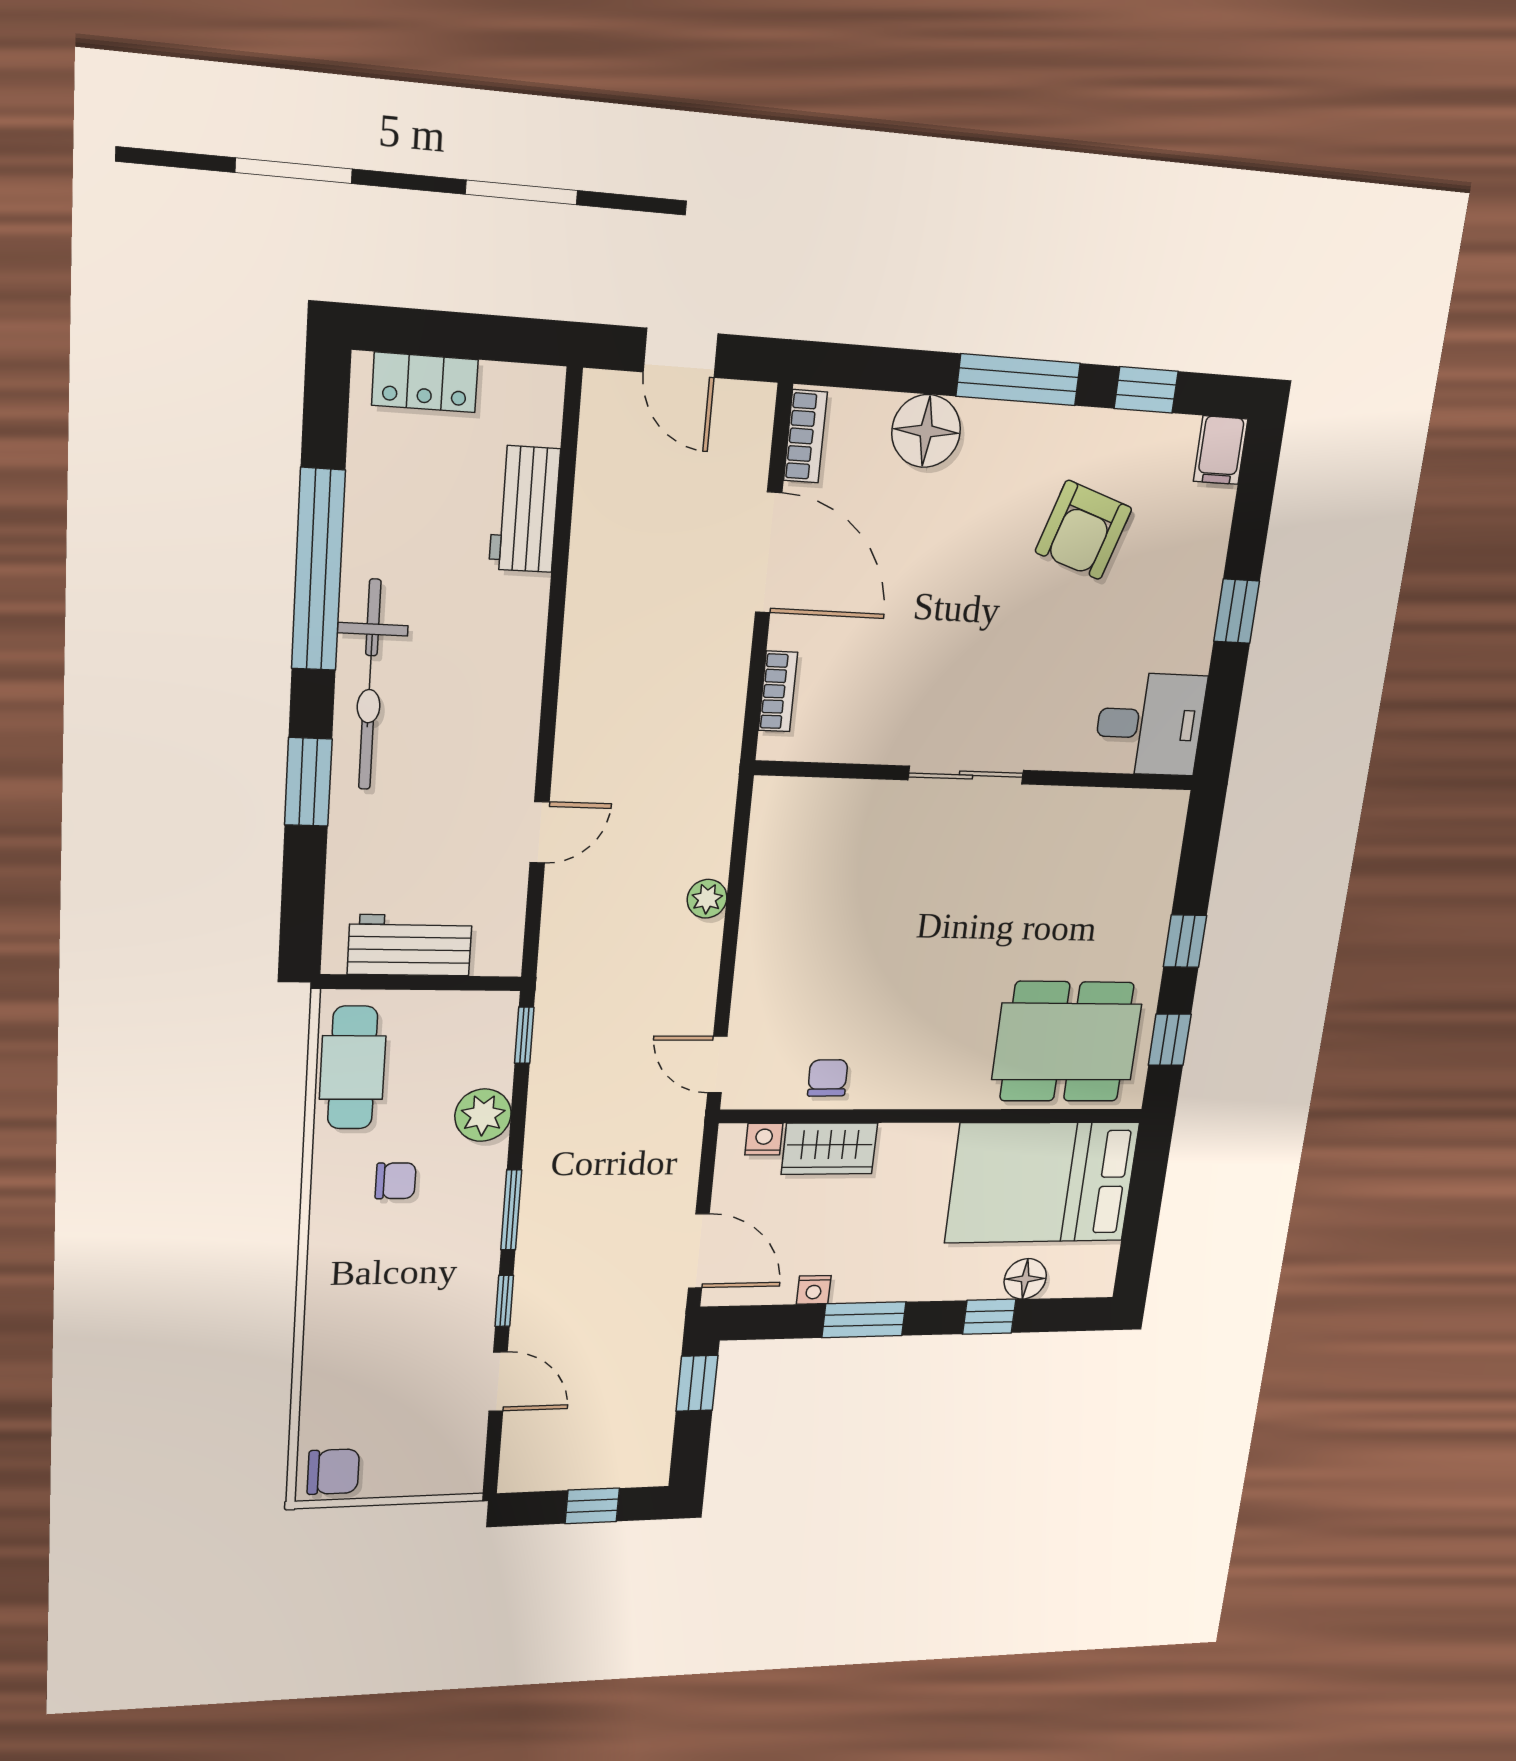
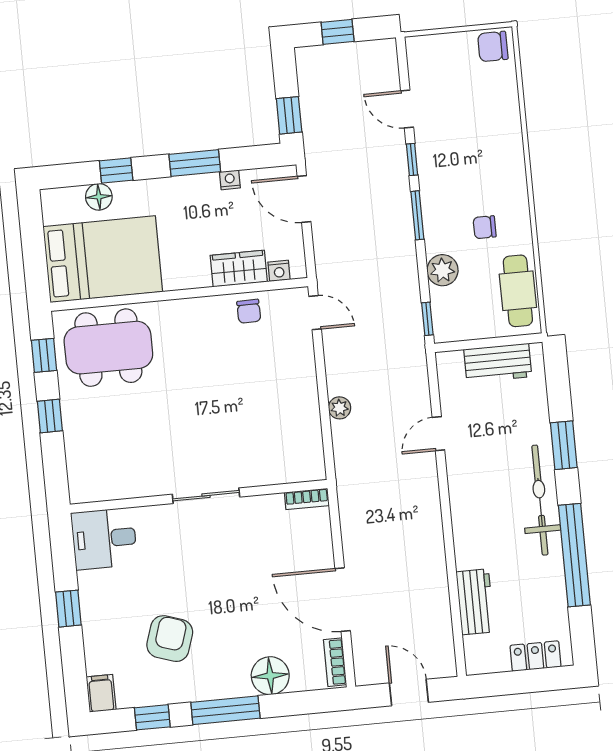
bookcase: (778, 691) -> (307, 499), moved, turned -90

